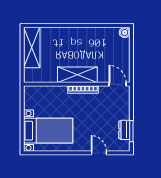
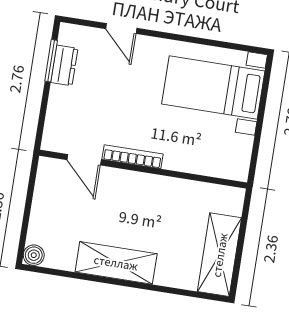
shelving: (77, 75) -> (116, 263), moved
door: (118, 84) -> (84, 160), moved

